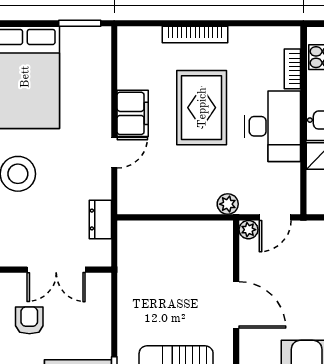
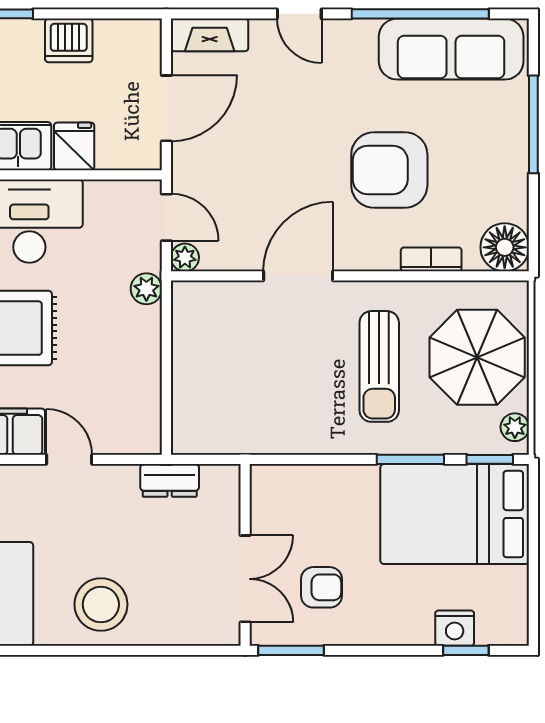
double door: (56, 270) -> (245, 579), moved
armchair: (29, 320) -> (321, 587), turned 180

